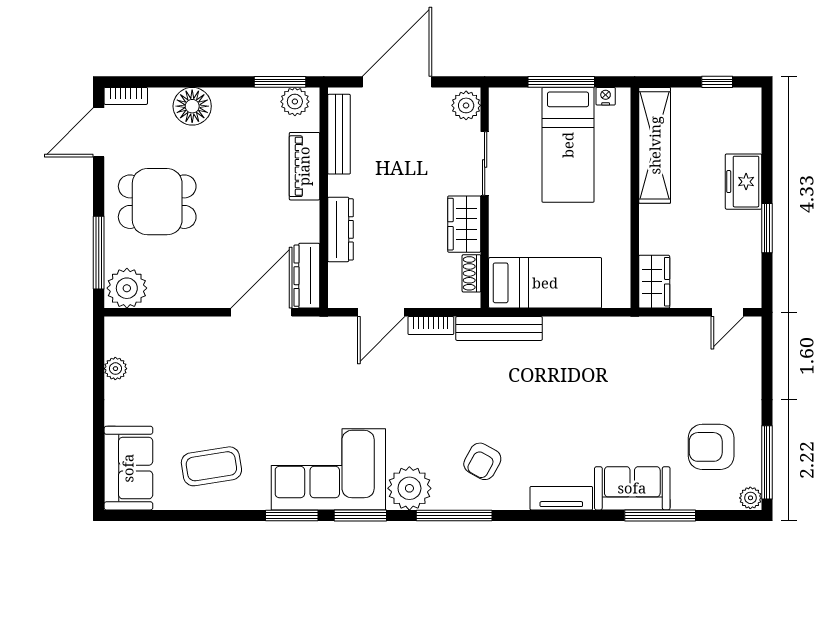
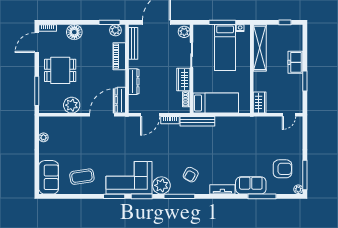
plant: (127, 288) -> (72, 105), moved
armchair: (711, 447) -> (282, 169), turned 180

